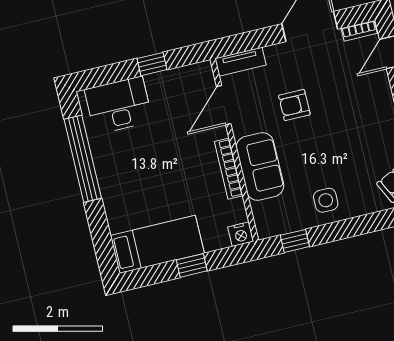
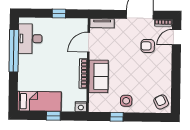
desk: (119, 105) -> (30, 39), moved, turned -90
armchair: (294, 105) -> (148, 46), moved
window: (295, 241) -> (117, 117), moved

